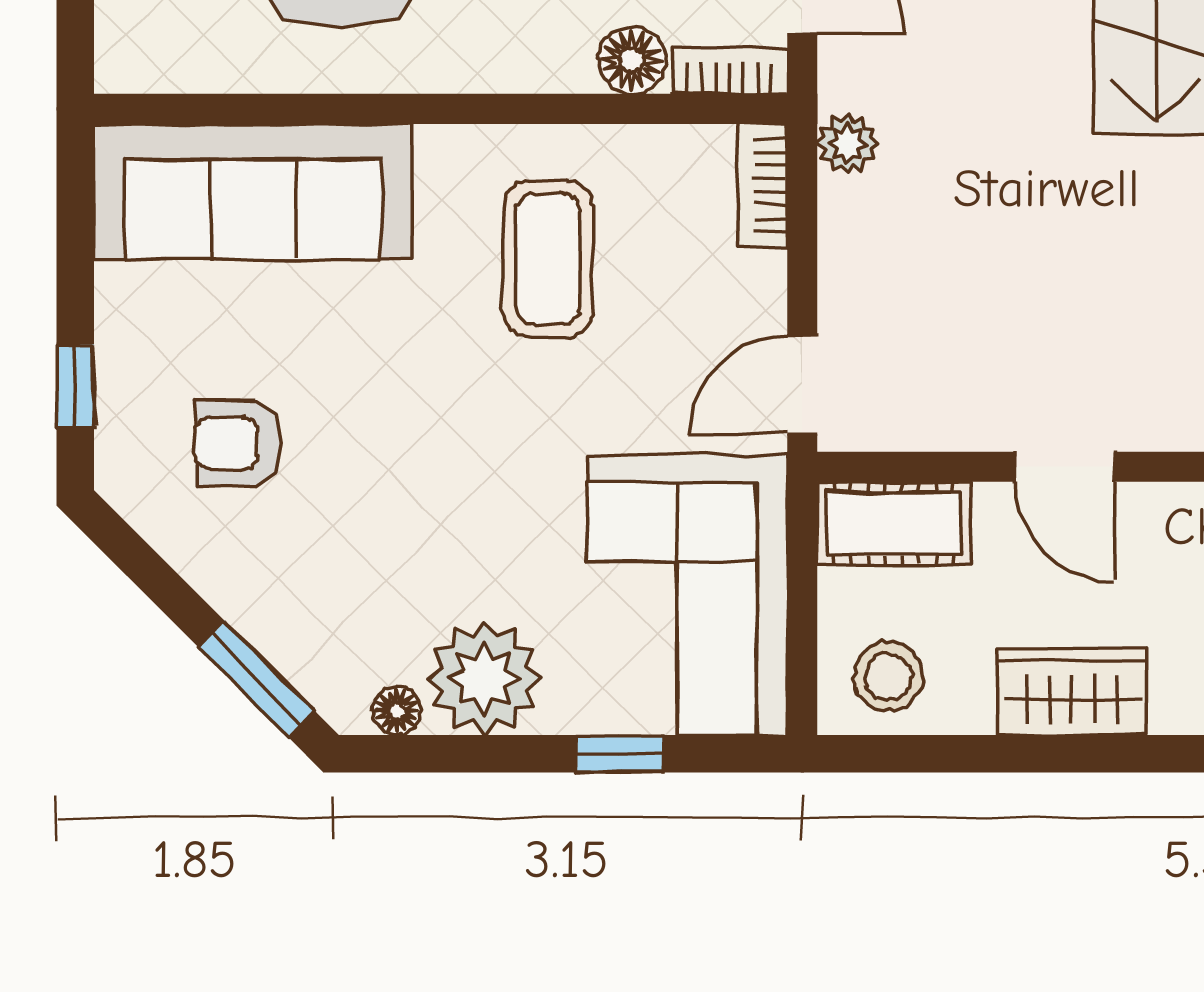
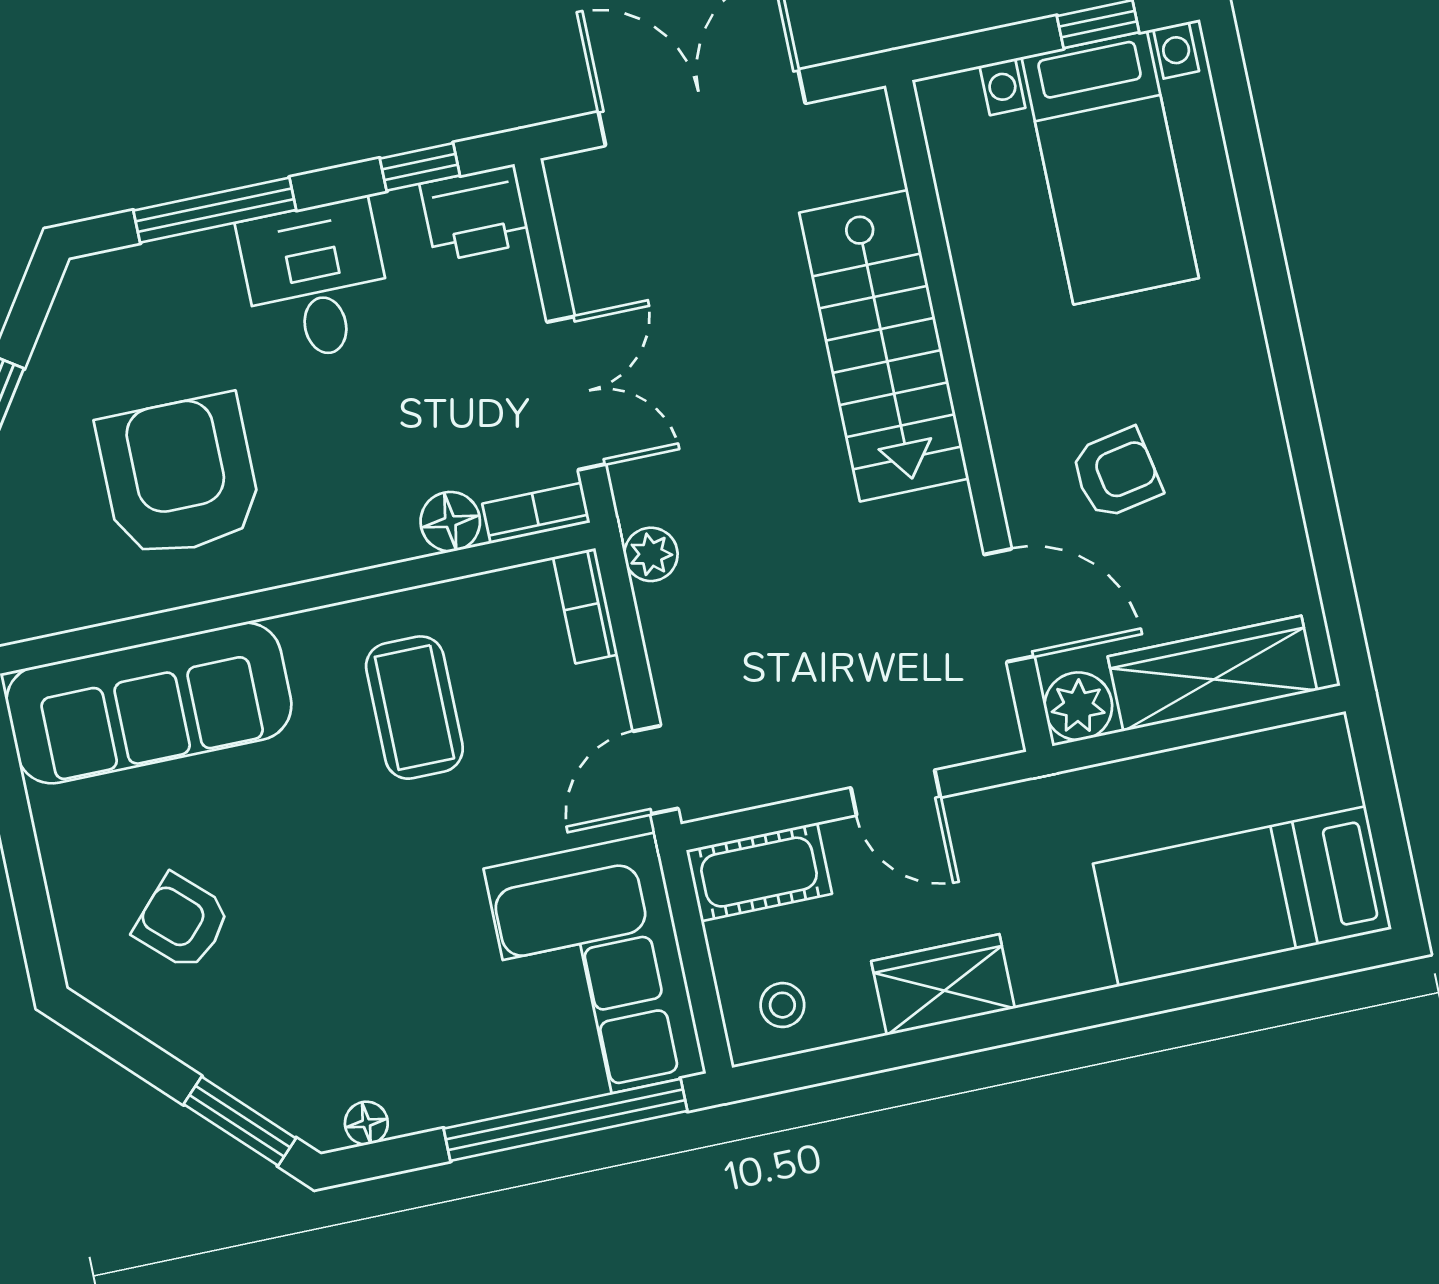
window: (75, 386) -> (31, 903), removed
armchair: (239, 443) -> (182, 922), turned 43
stool: (888, 677) -> (782, 1005), width x0.73, depth x0.73
plant: (484, 678) -> (435, 1079), removed
window: (620, 754) -> (565, 1120), width x3.17

